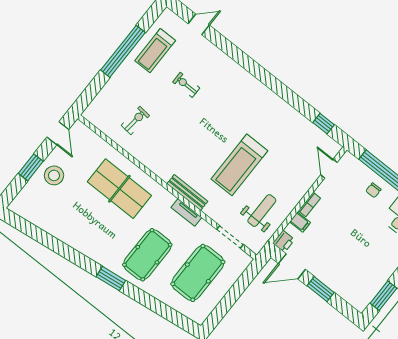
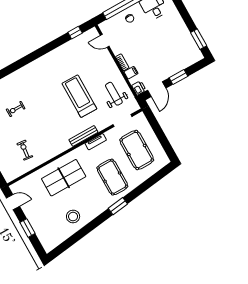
treadmill: (239, 165) -> (79, 96), turned 180
stool: (54, 175) -> (73, 217), moved

